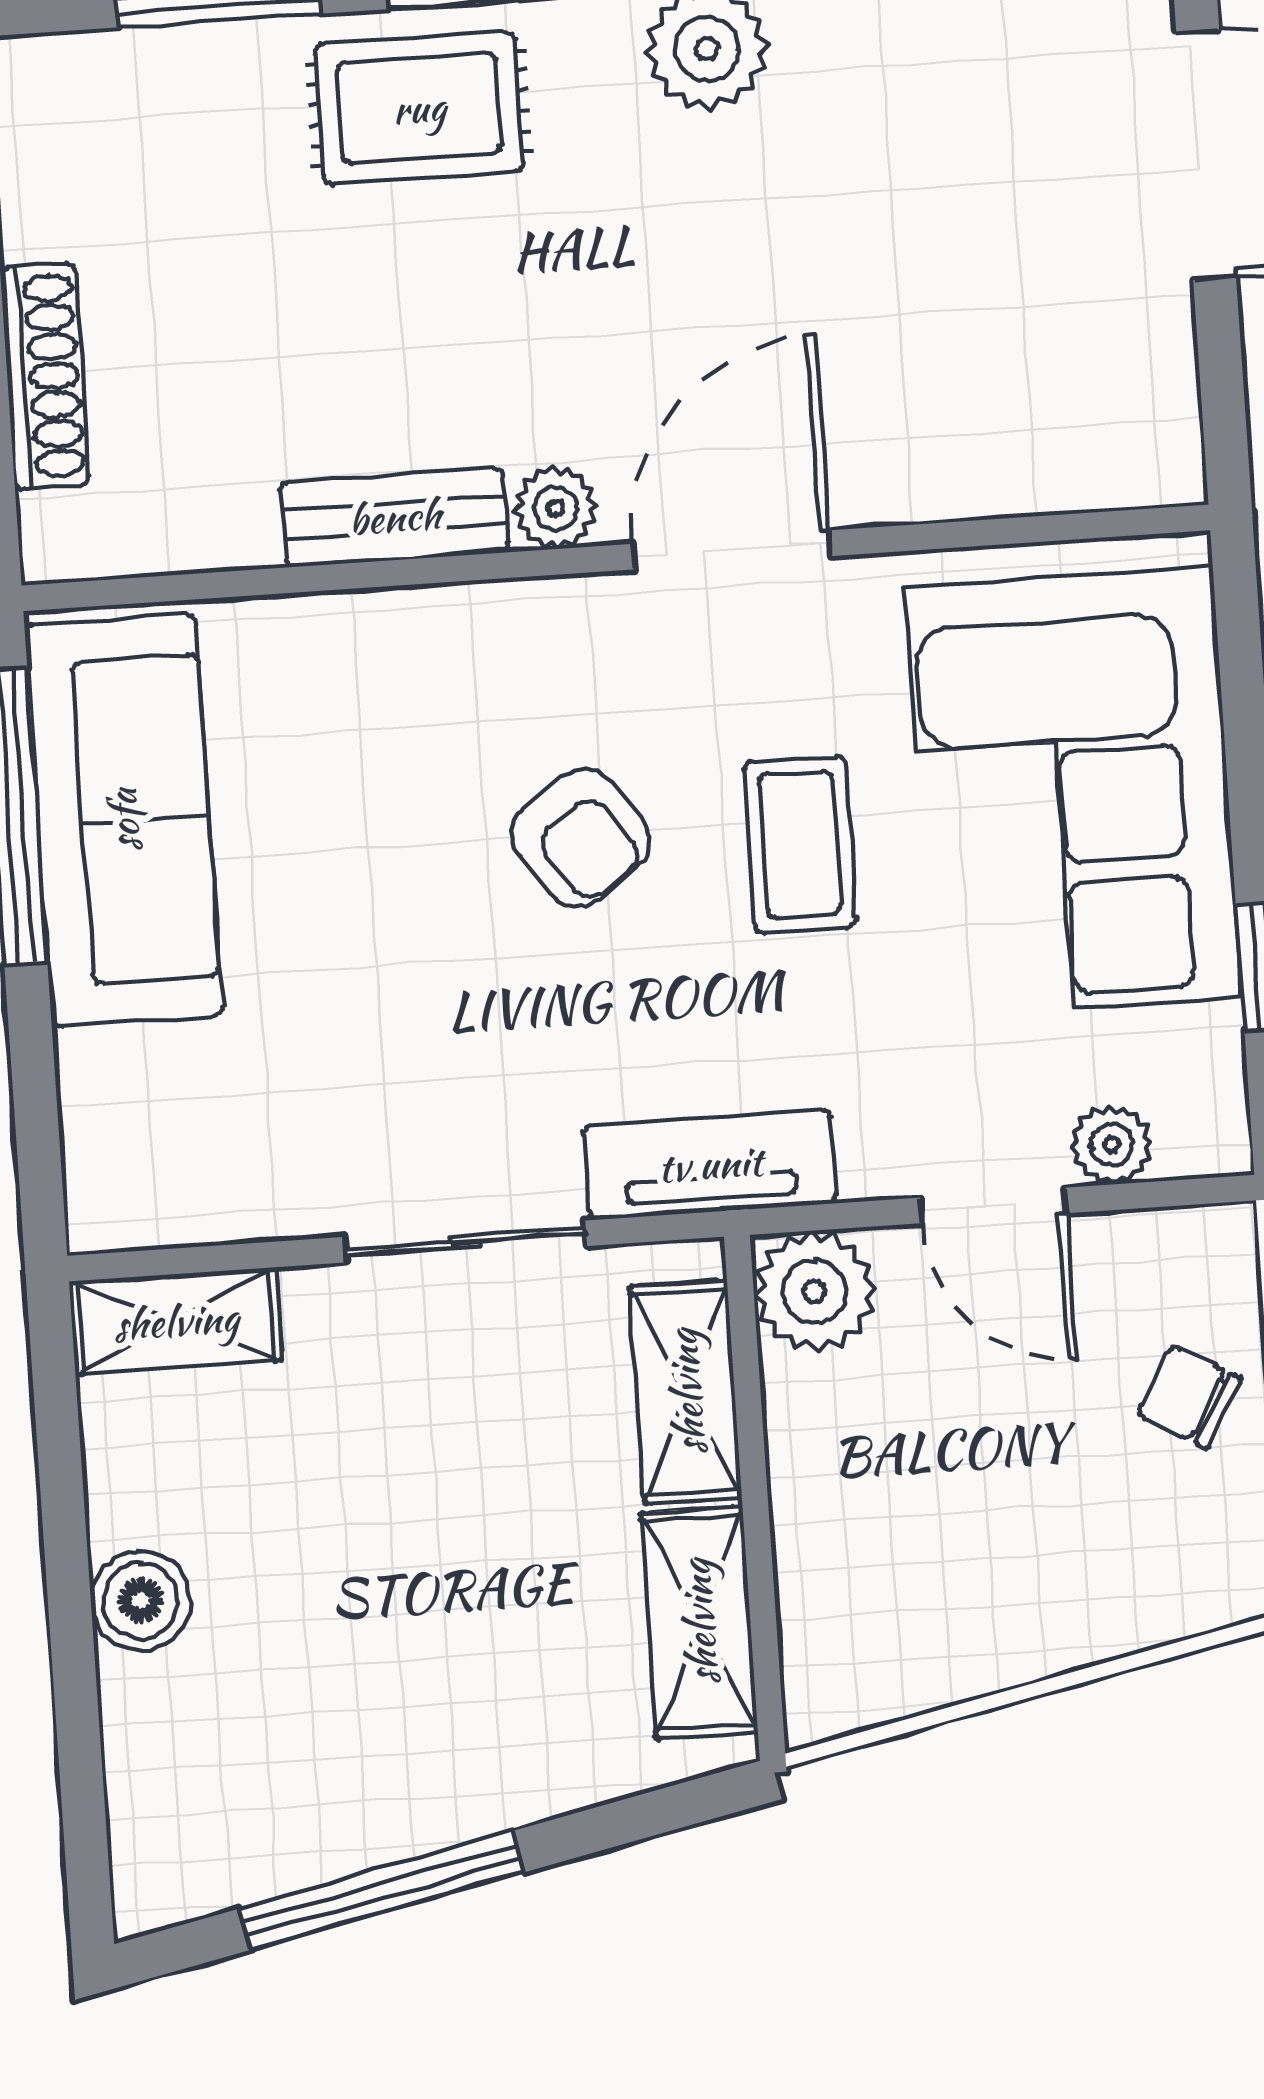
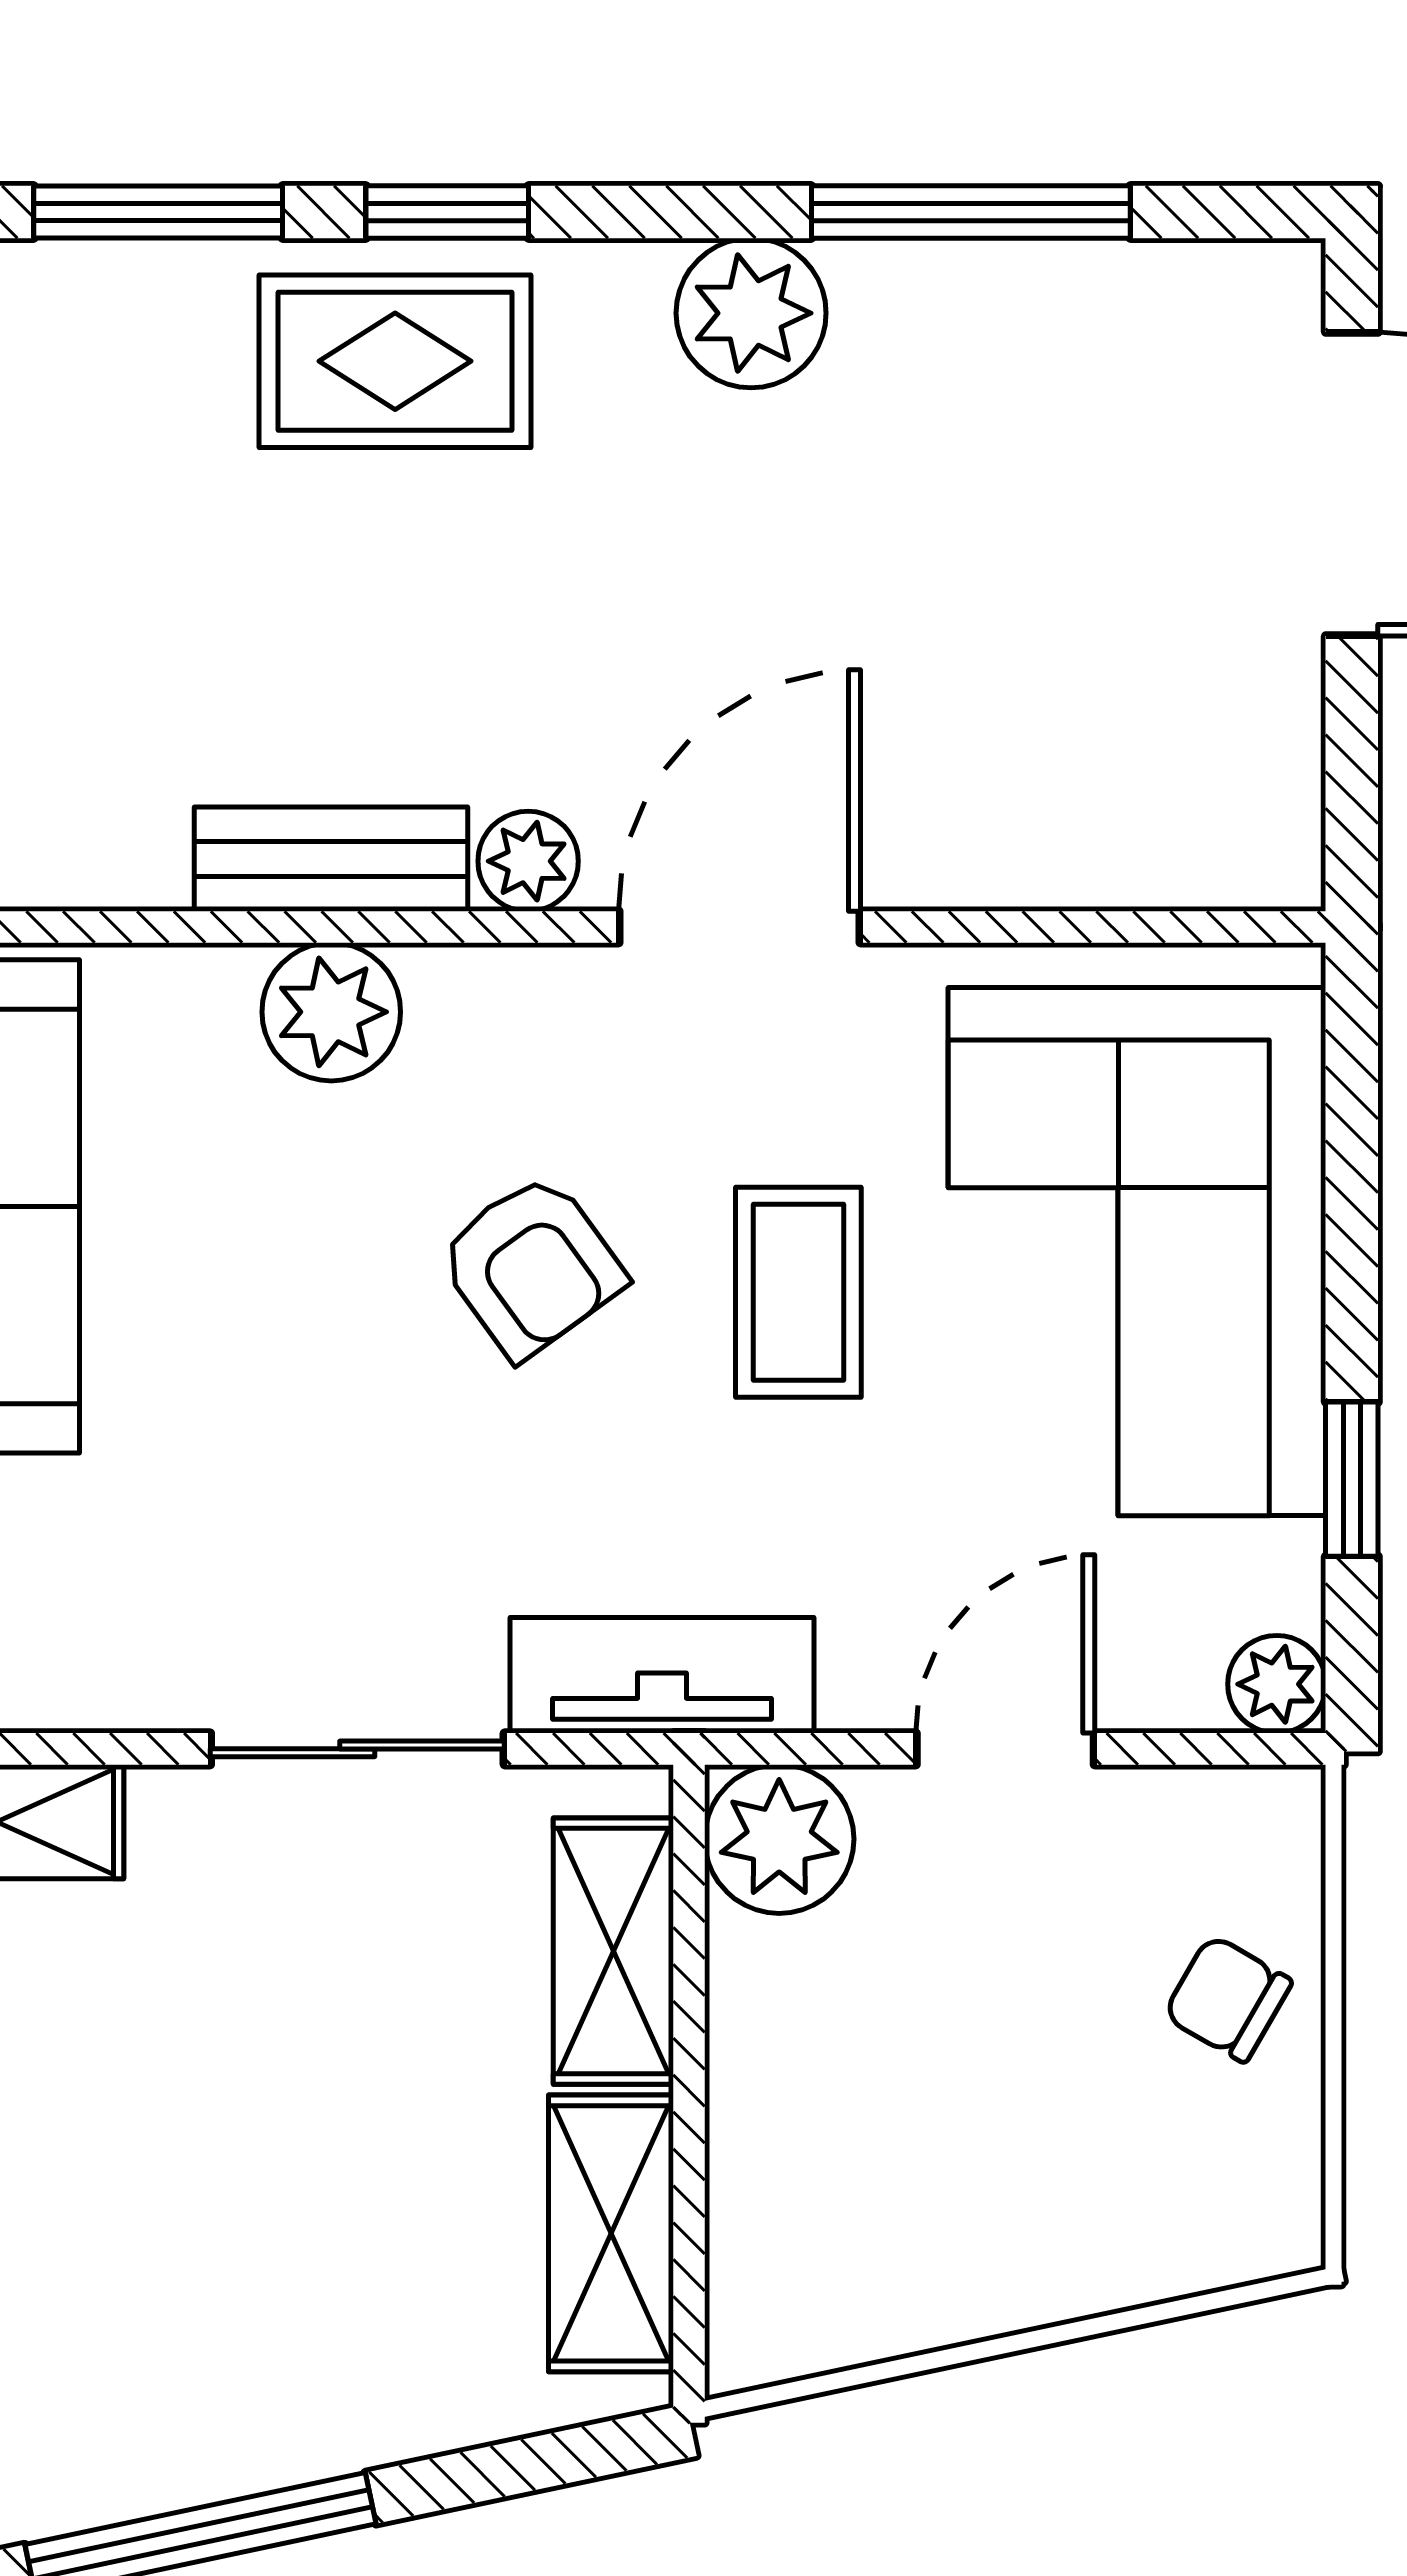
plant: (403, 642) -> (331, 1012), added
plant: (1112, 1144) -> (1277, 1684), moved
door: (994, 1205) -> (1005, 1749), swing flipped

